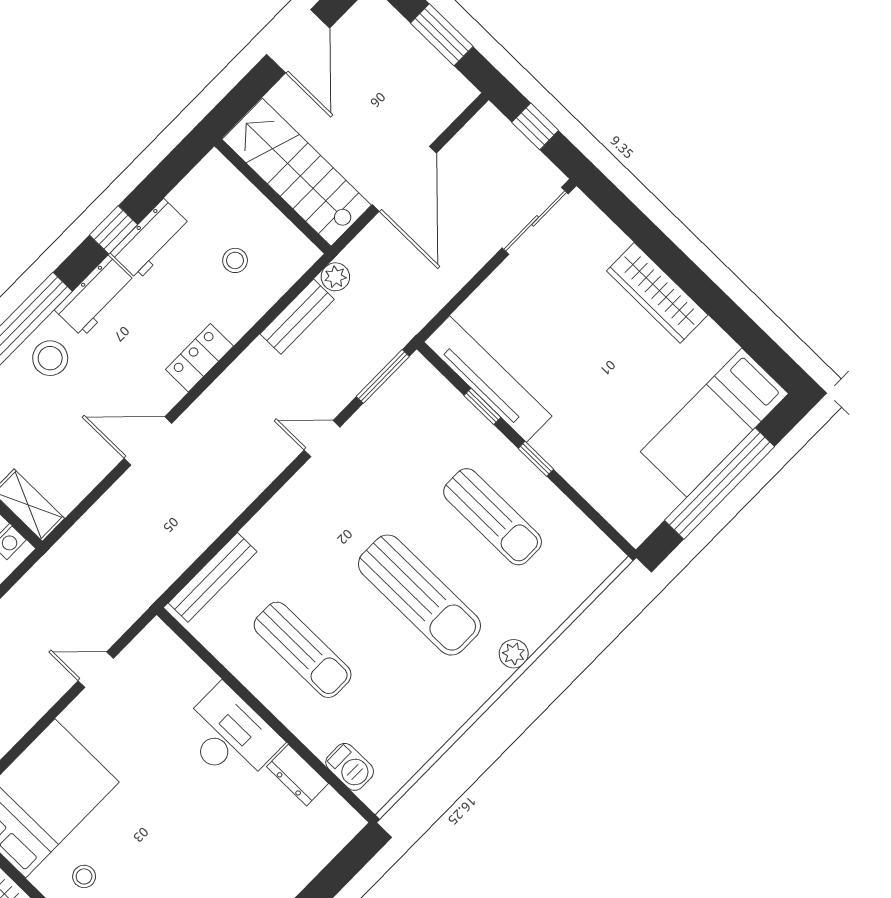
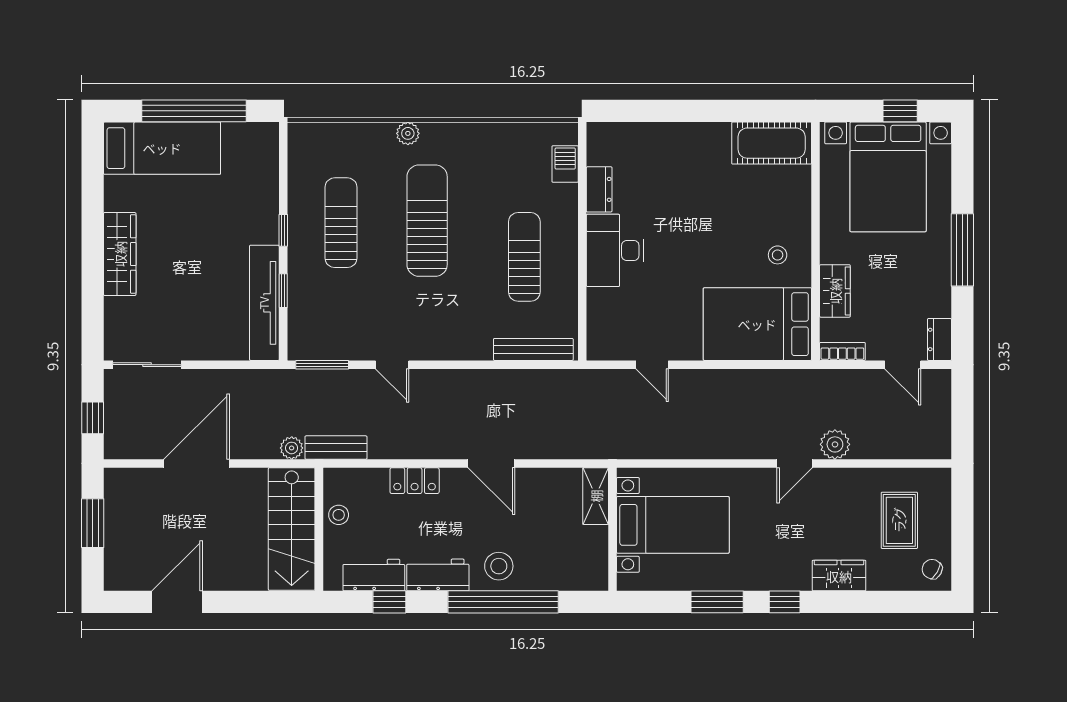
stairs: (297, 172) -> (292, 529), moved
wall: (273, 196) -> (319, 529), moved

